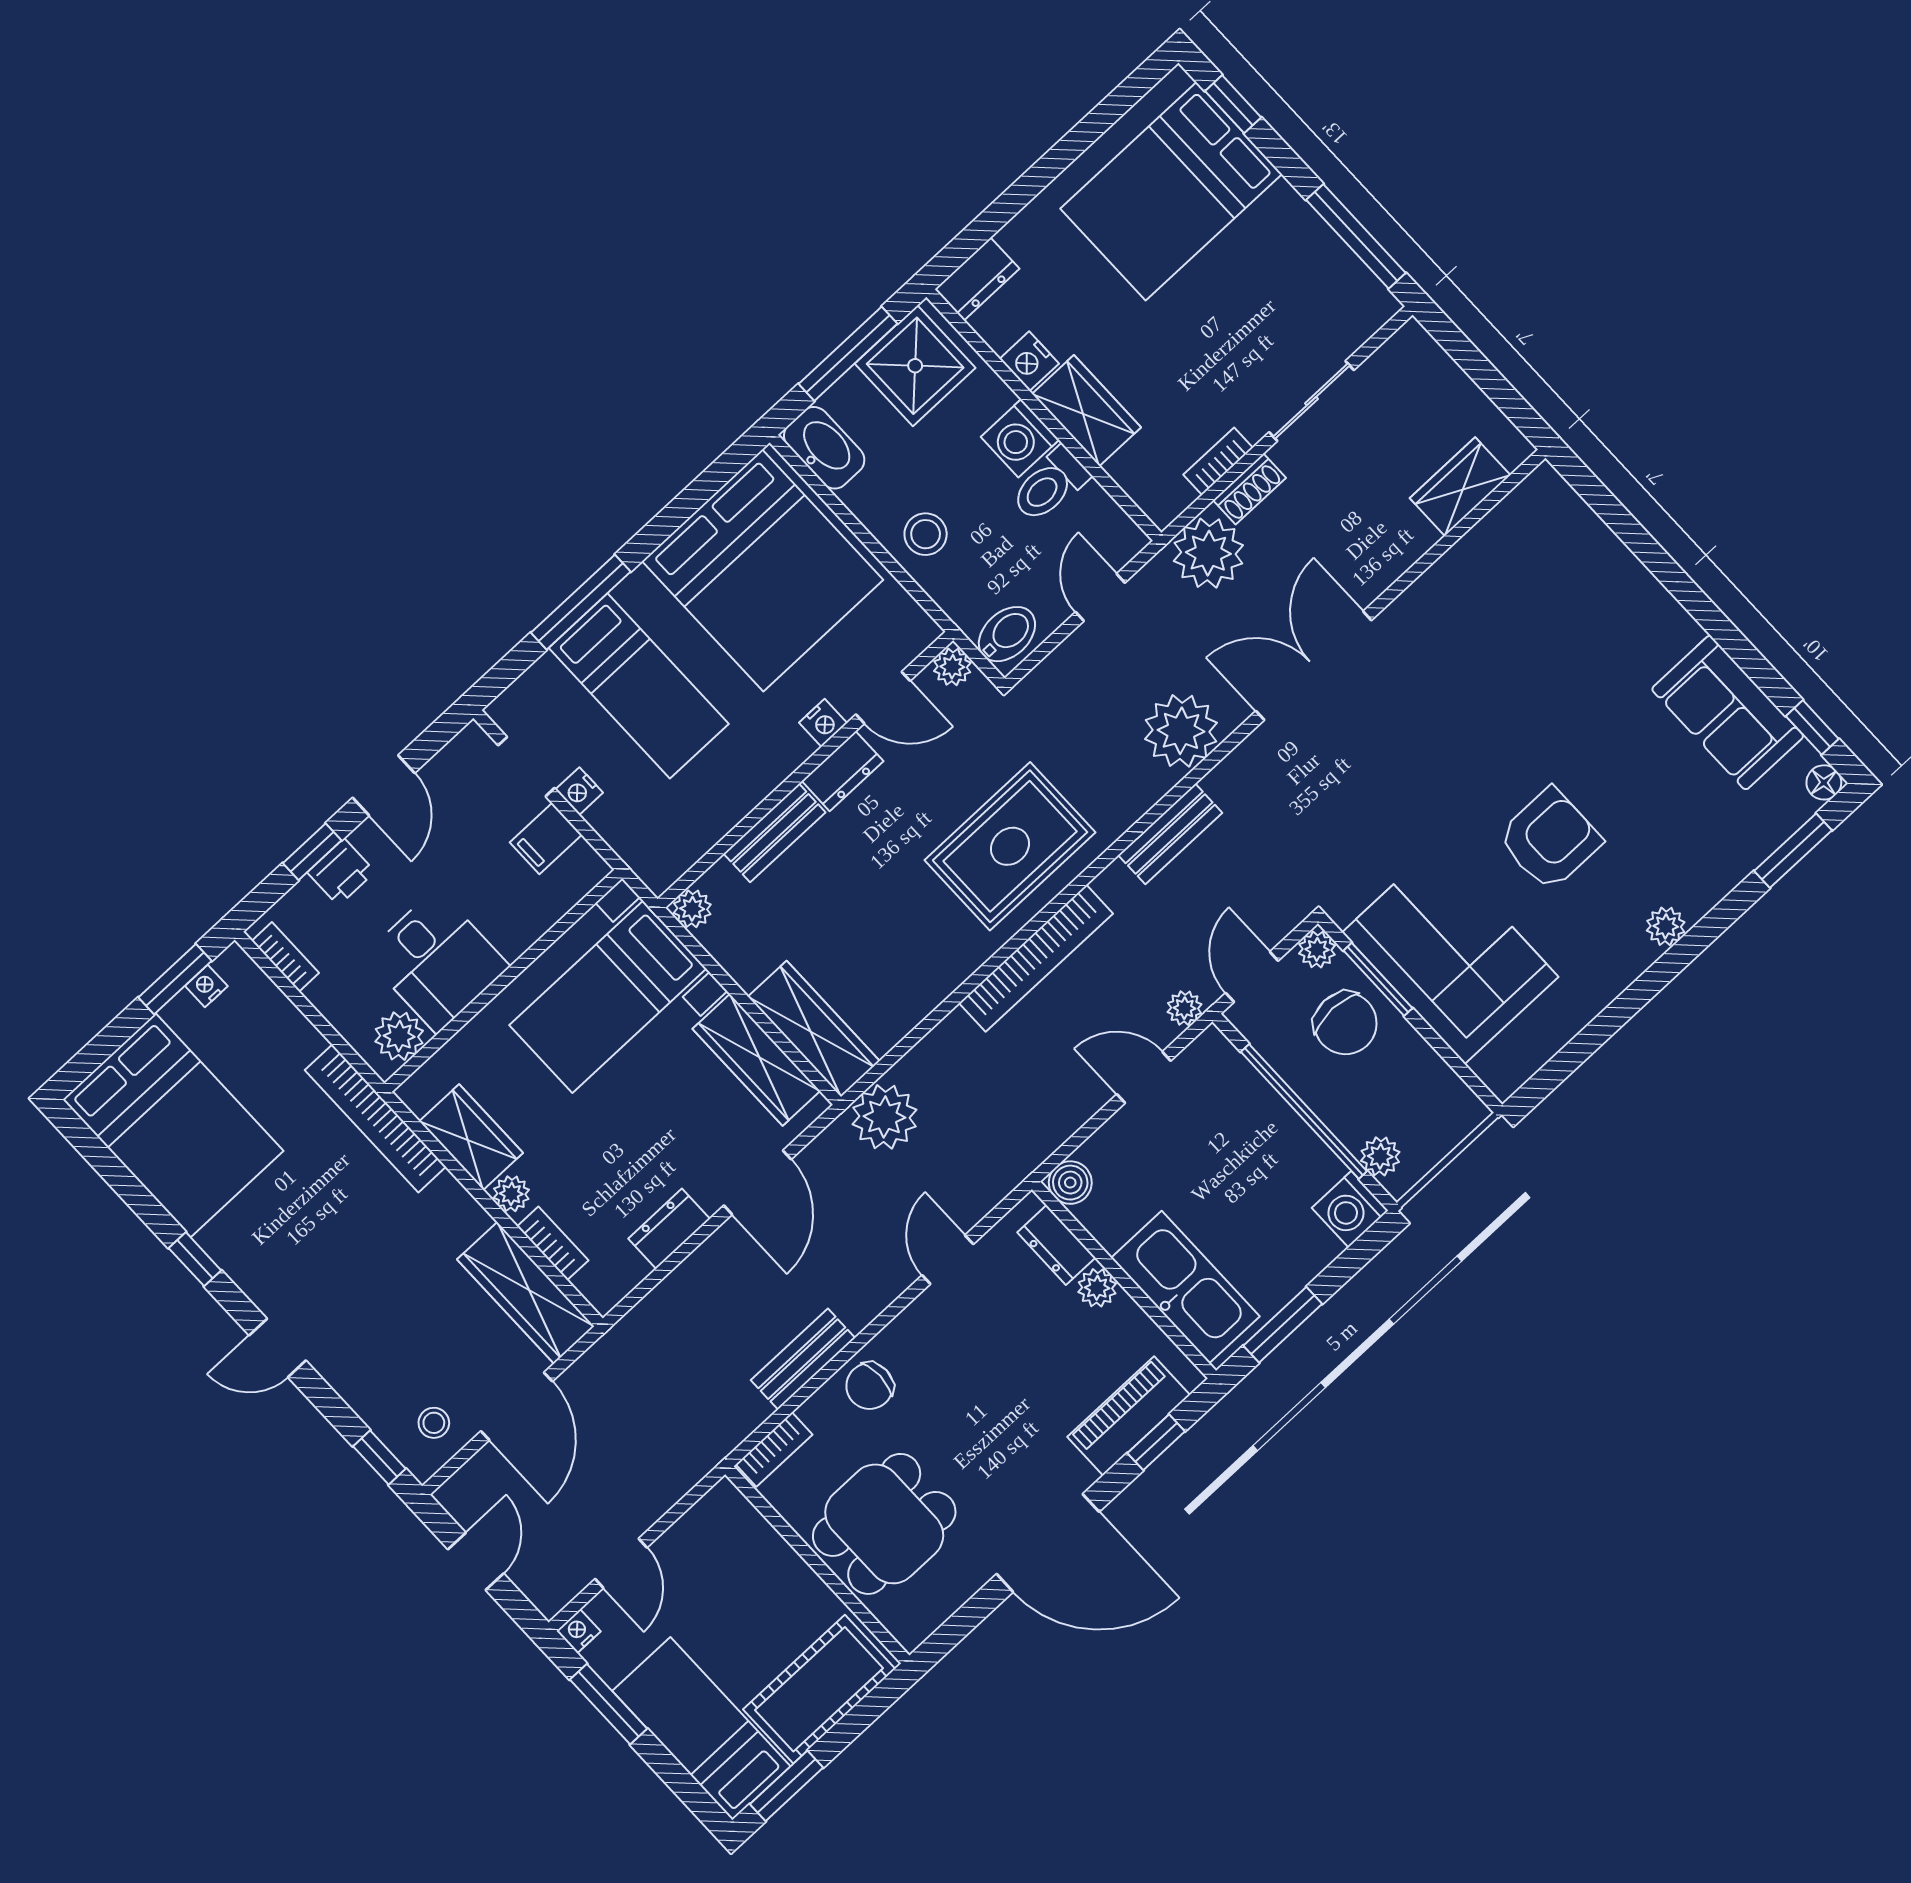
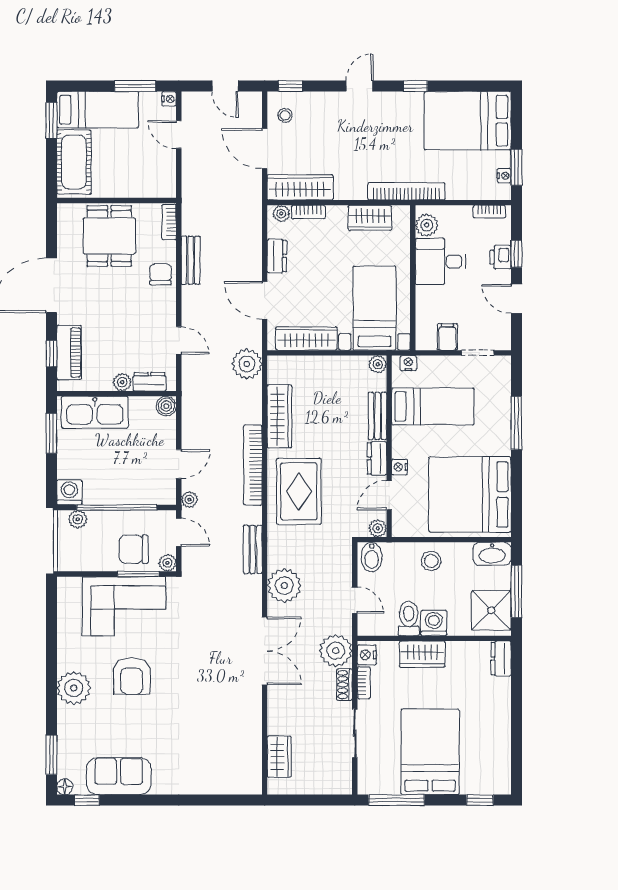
bed: (1171, 191) -> (430, 752), moved
nightstand: (1029, 361) -> (367, 655), moved, turned -90
bed: (639, 686) -> (433, 406), moved, turned 180
nightstand: (579, 791) -> (408, 363), moved
plant: (1666, 926) -> (74, 688), width x1.88, depth x1.88
wardrobe: (814, 1029) -> (279, 416), moved, turned -90
plant: (511, 1194) -> (281, 214), moved

